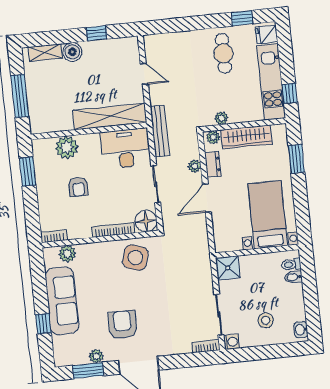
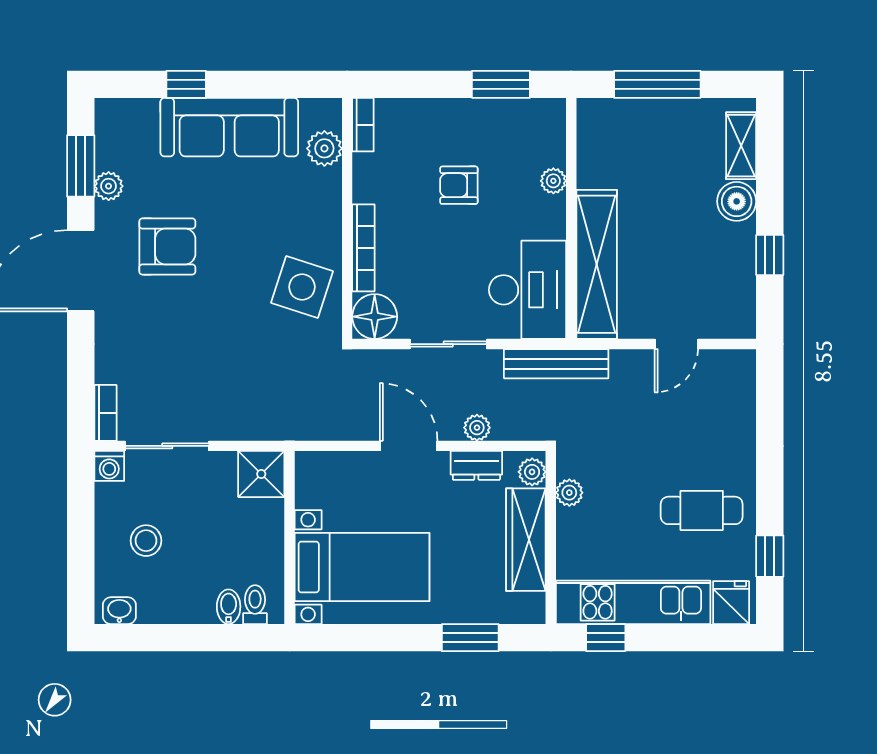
plant: (67, 147) -> (553, 181), width x0.53, depth x0.53

